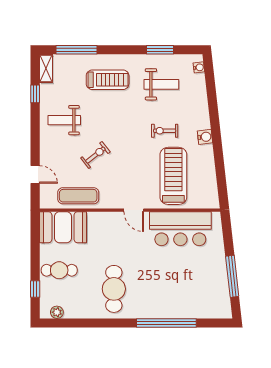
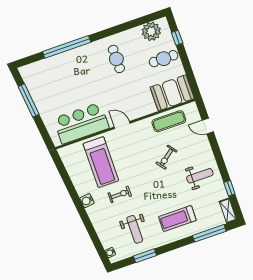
weight bench: (161, 84) -> (135, 229), turned -90
cafe table: (114, 289) -> (116, 59), width x0.73, depth x0.74
plant: (57, 312) -> (151, 31), width x1.88, depth x1.88

